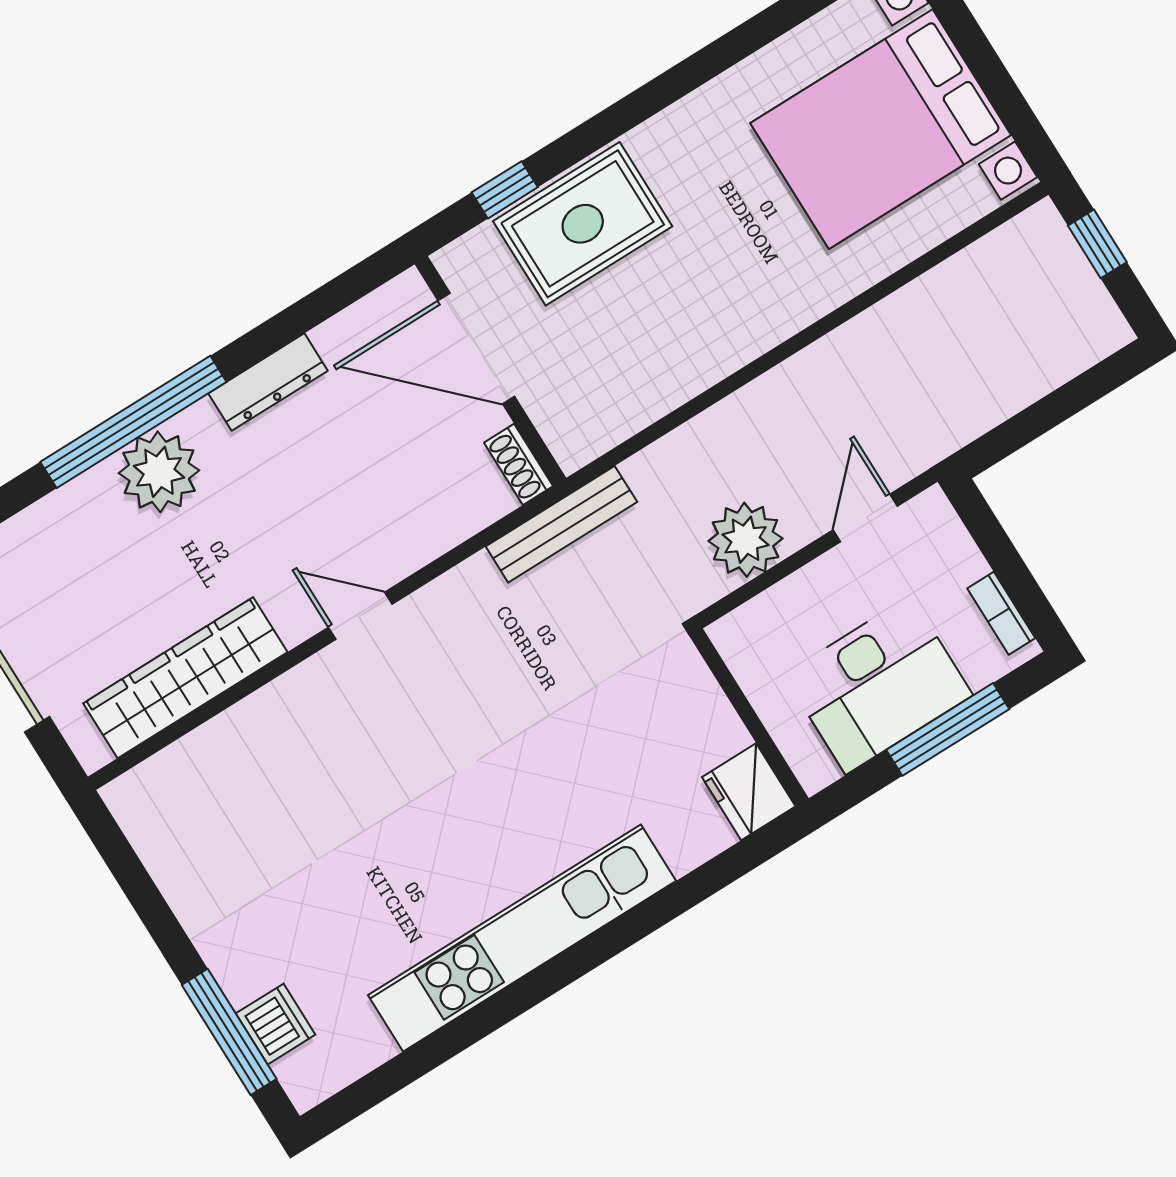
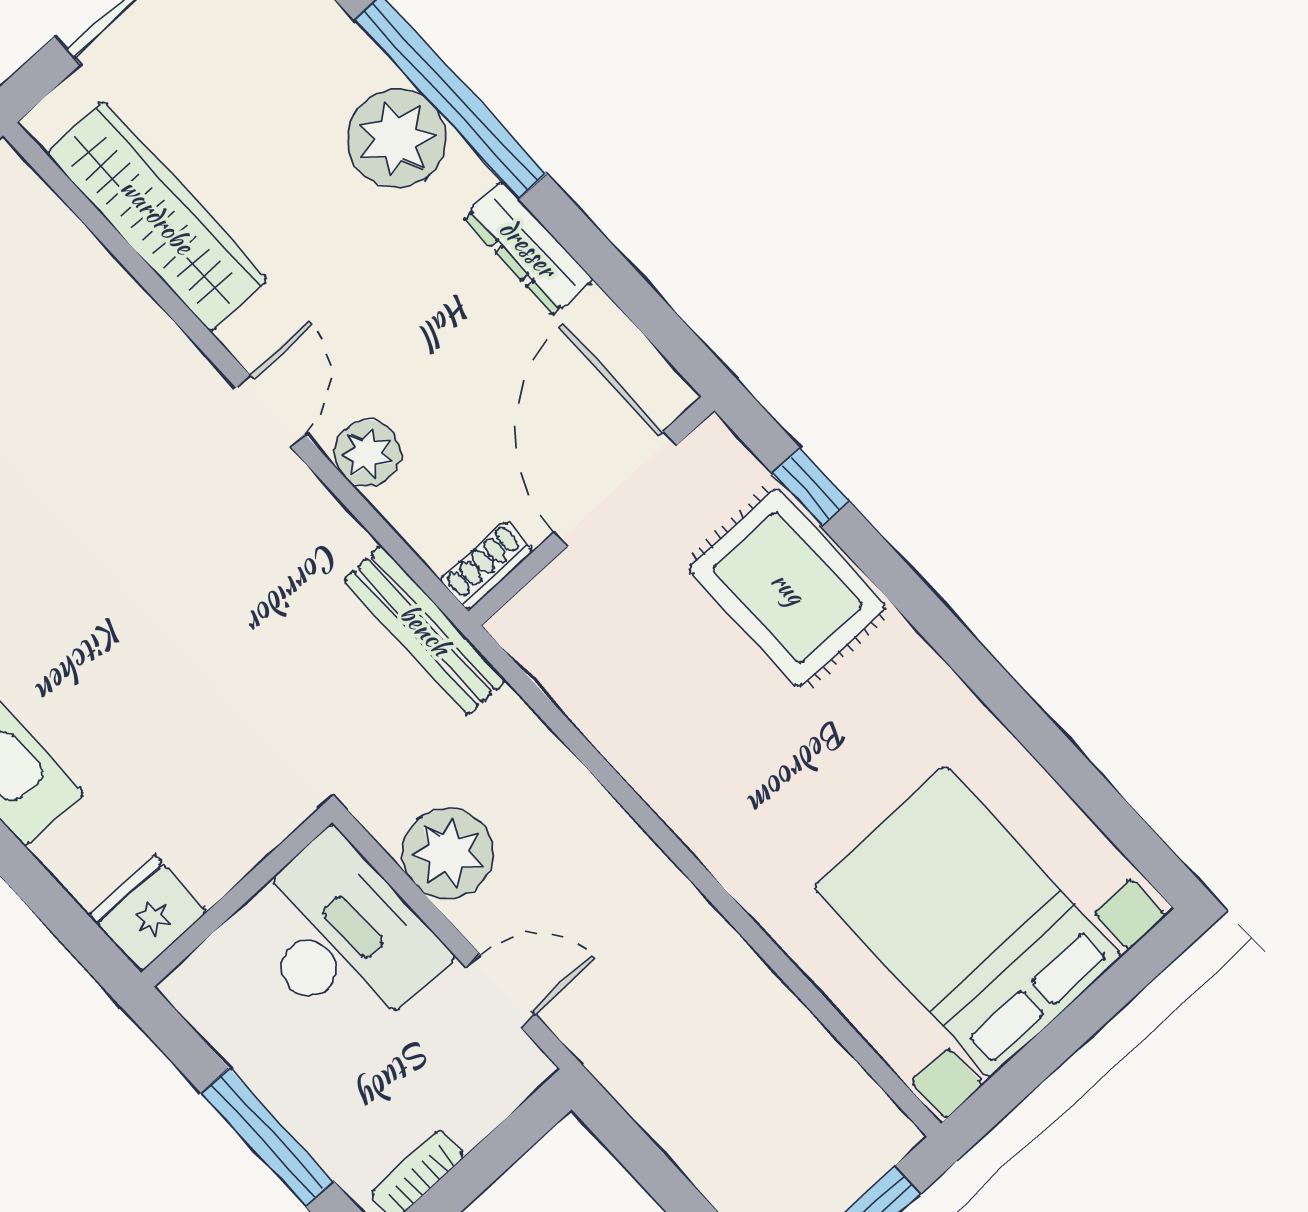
plant: (410, 543) -> (368, 453), added
desk: (878, 685) -> (341, 938), moved, turned 180

